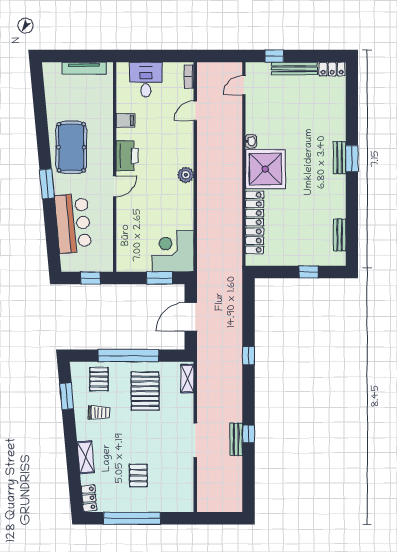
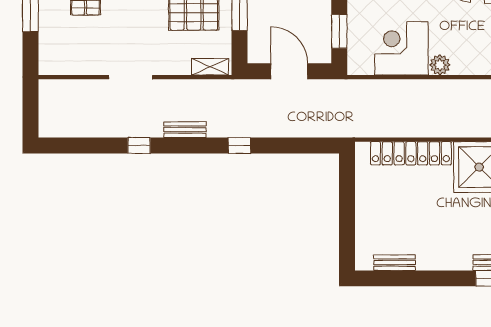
plant: (186, 175) -> (440, 65), moved
corner desk: (173, 251) -> (401, 48), moved, turned -90
window: (309, 272) -> (347, 223), removed
bench: (236, 439) -> (185, 130), moved

